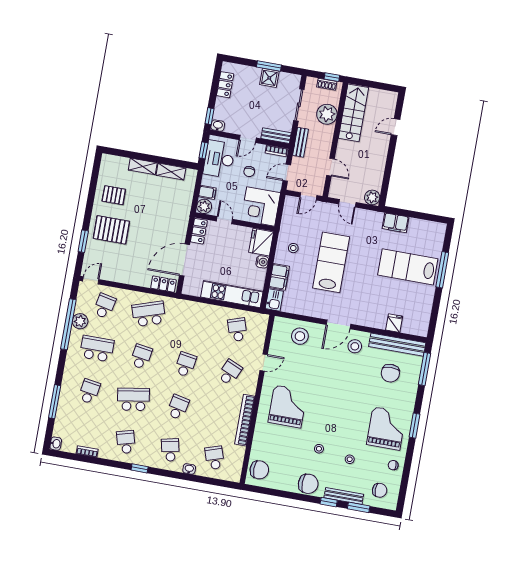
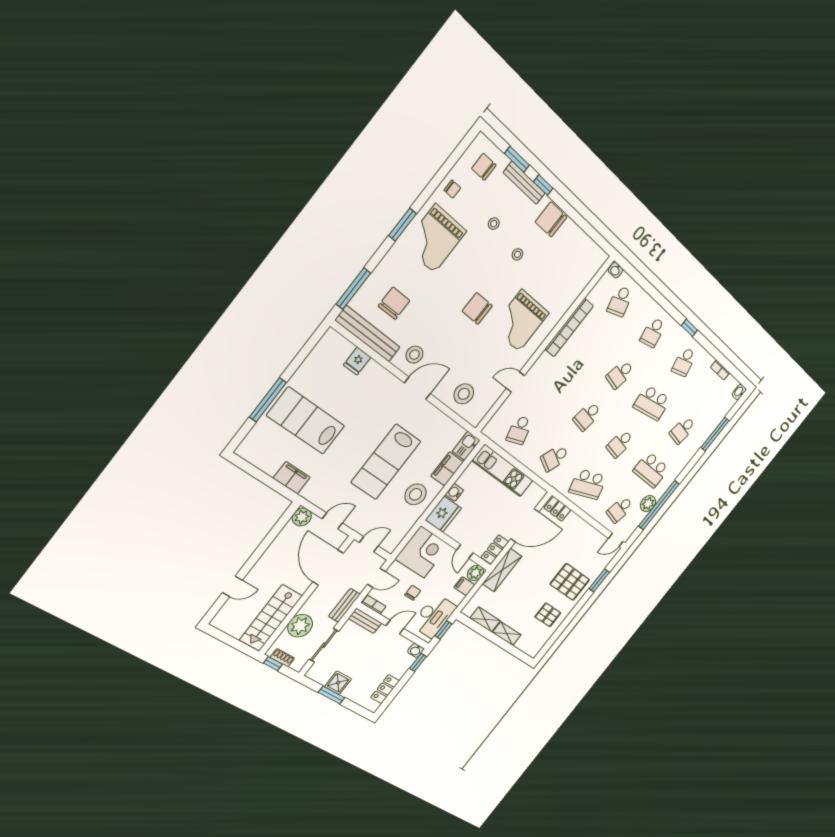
door: (330, 167) -> (328, 567), width x1.88
door: (347, 203) -> (332, 521), hinge flipped
shelving: (182, 217) -> (502, 570), added
stool: (293, 248) -> (416, 494), width x1.89, depth x1.89
lab bench: (408, 267) -> (306, 421), turned 180
school desk: (230, 372) -> (554, 458), moved
washbasin: (189, 469) -> (615, 270), moved
chair: (259, 470) -> (477, 309), moved

